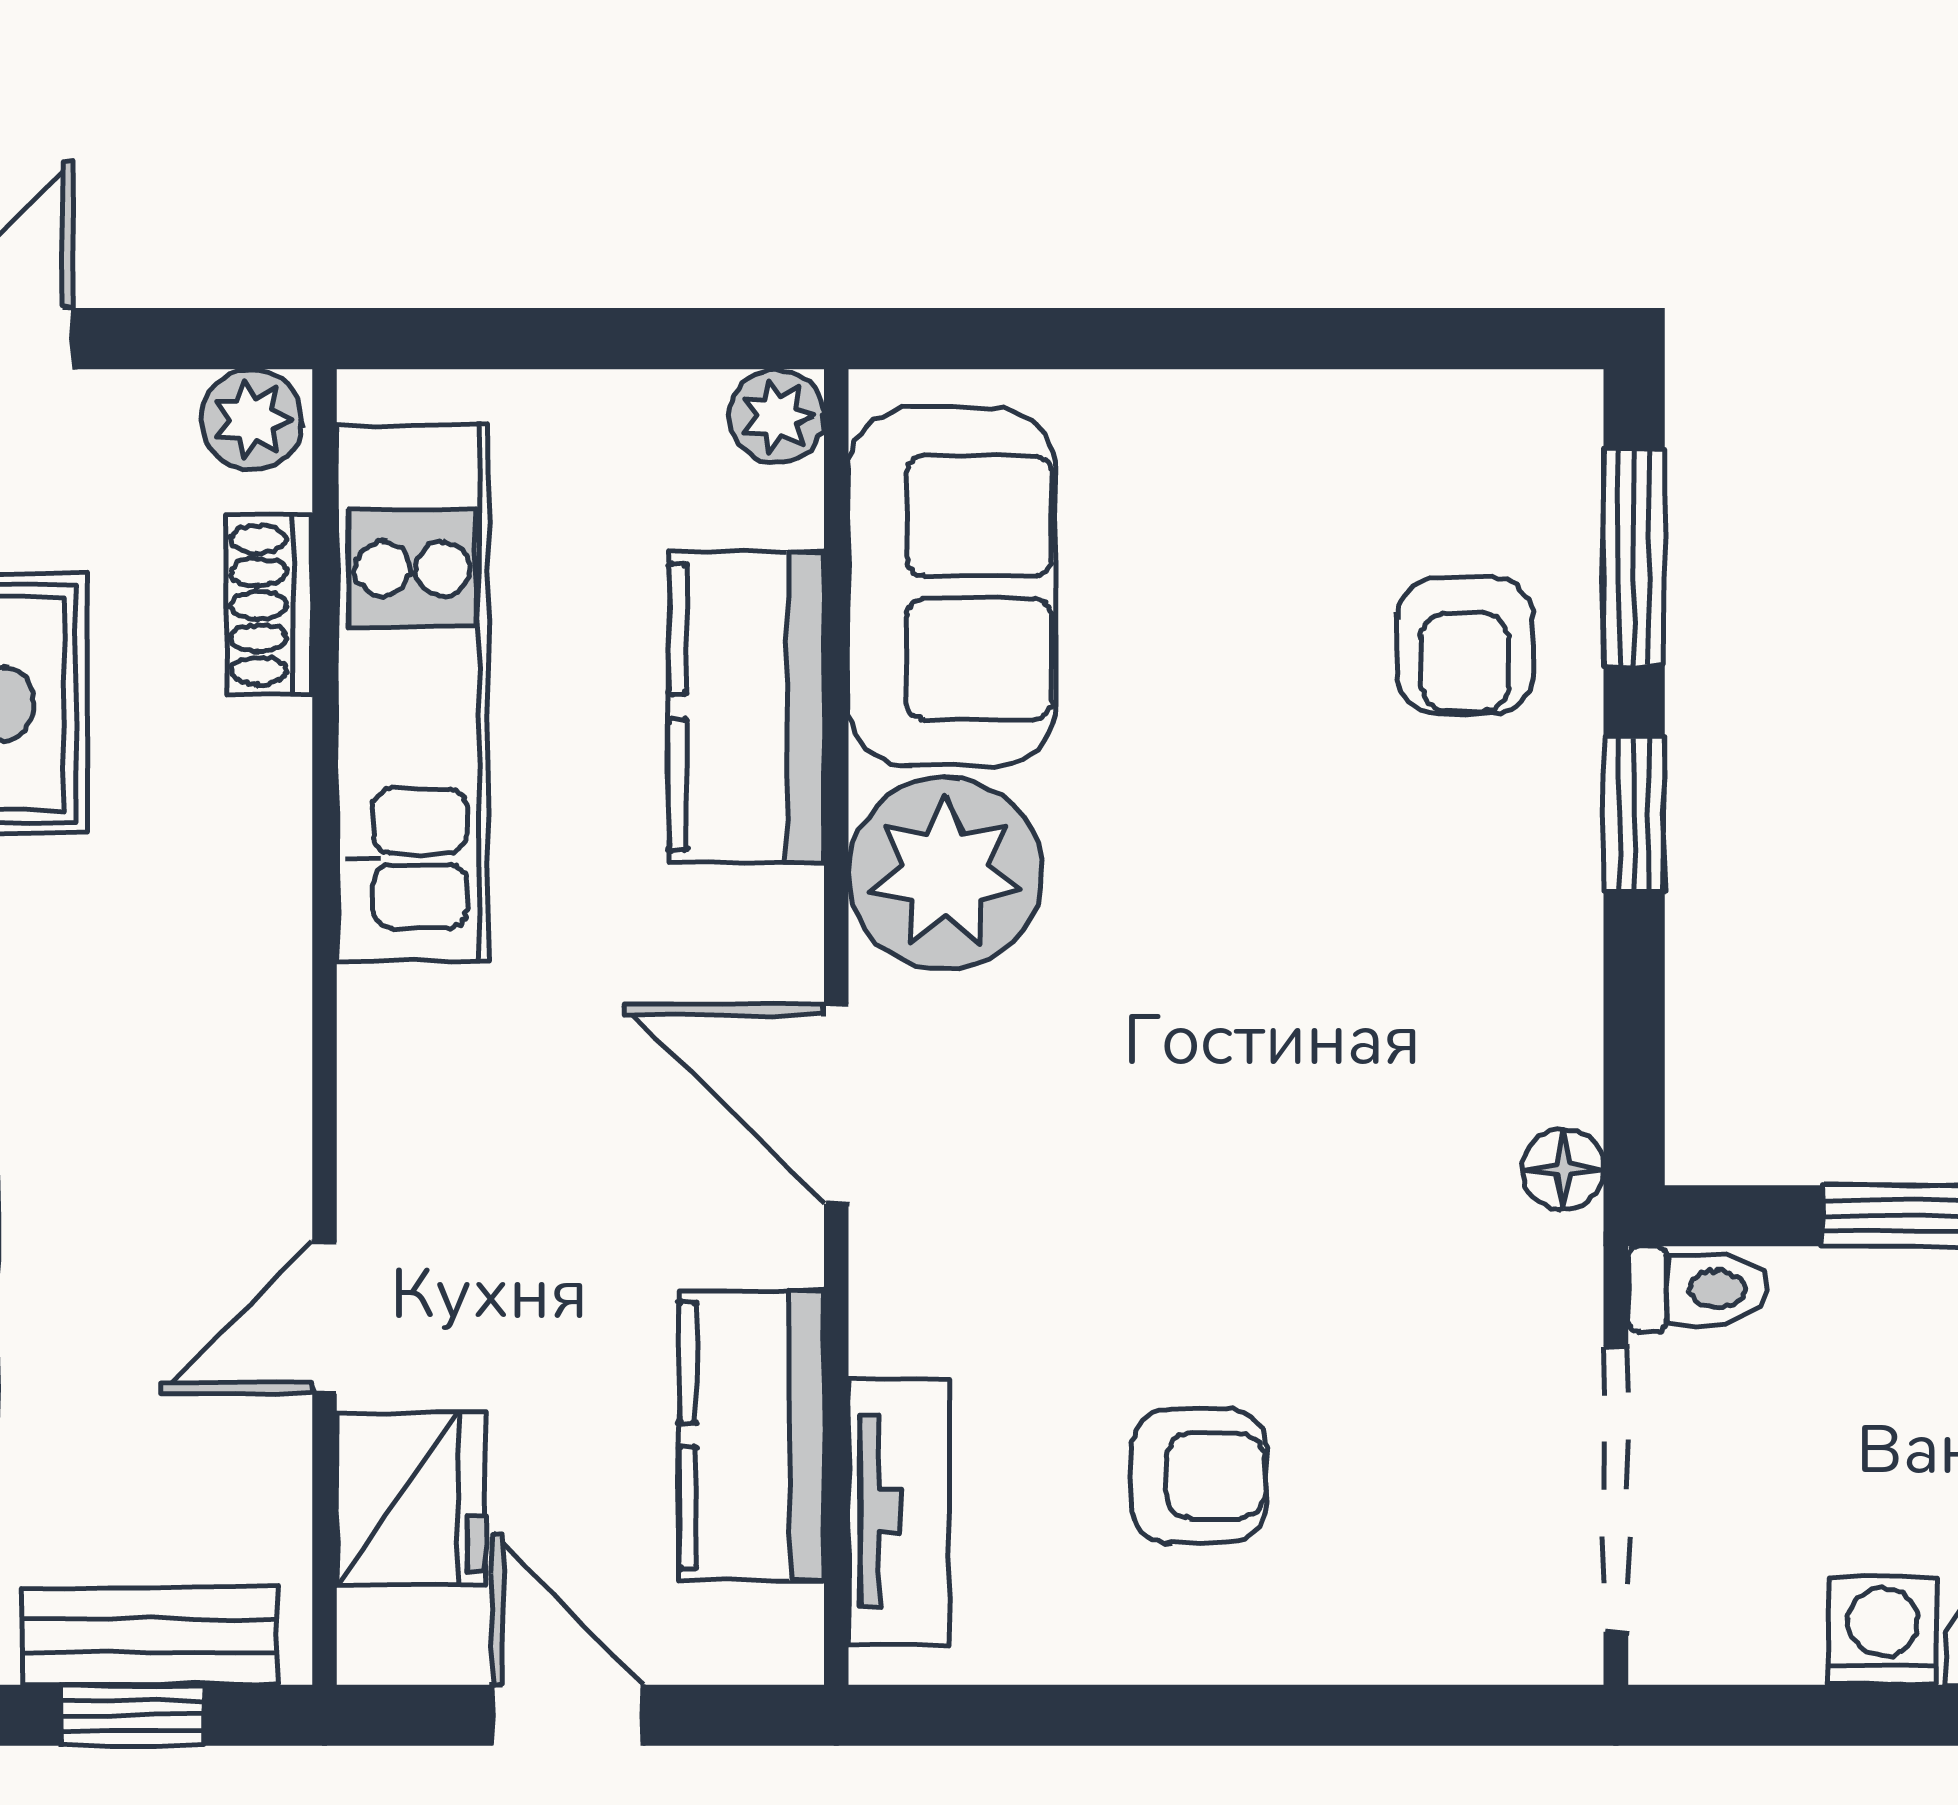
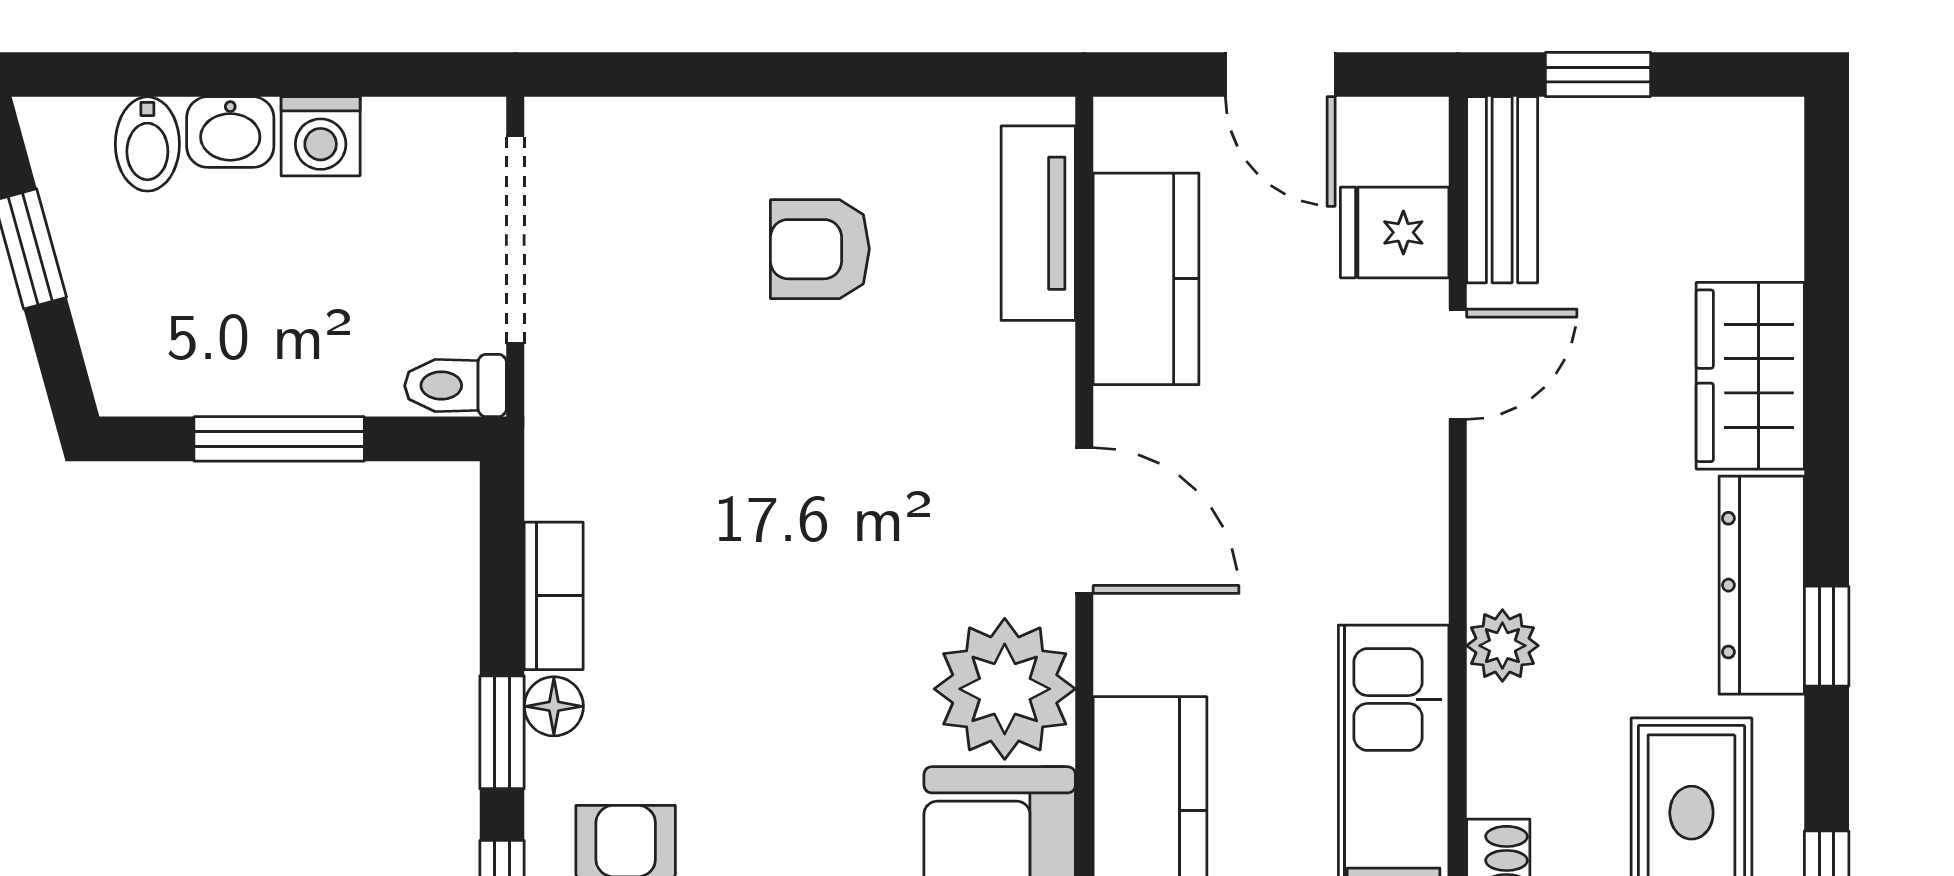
plant: (263, 933) -> (1502, 646), added
bookcase: (1563, 1001) -> (554, 596), added
floor lamp: (1563, 1169) -> (554, 706), moved
fridge: (411, 1499) -> (1395, 232), width x0.72
bench: (150, 1636) -> (1502, 190), moved, turned 90

